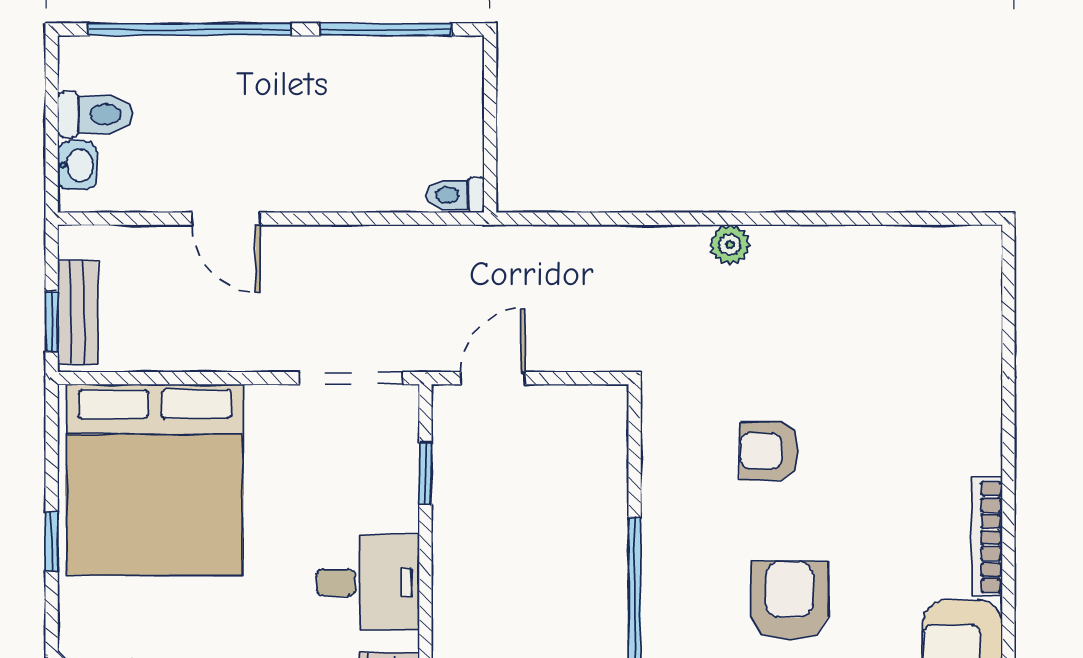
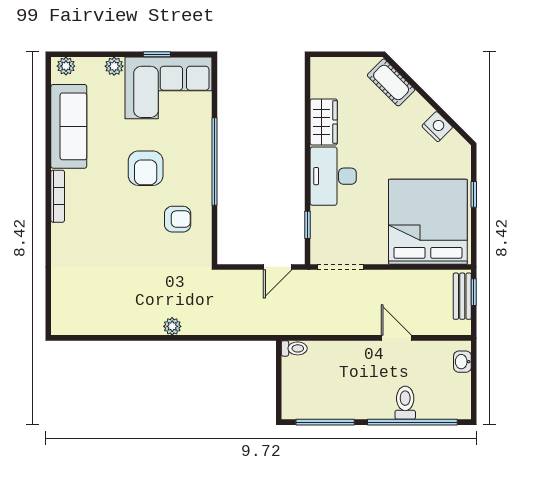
toilet: (95, 114) -> (405, 403), moved, turned 90
armchair: (769, 451) -> (178, 219), moved
desk: (368, 582) -> (333, 176), width x1.37

